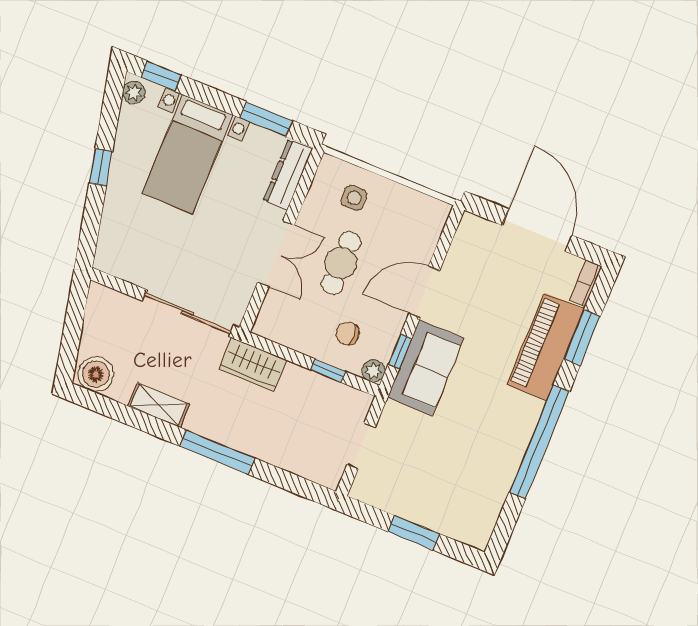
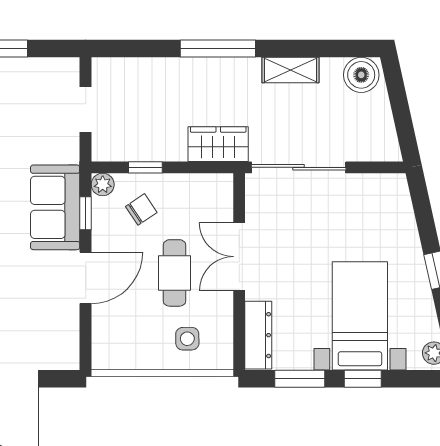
window: (161, 76) -> (363, 379), moved
chair: (348, 334) -> (141, 209), turned -30

